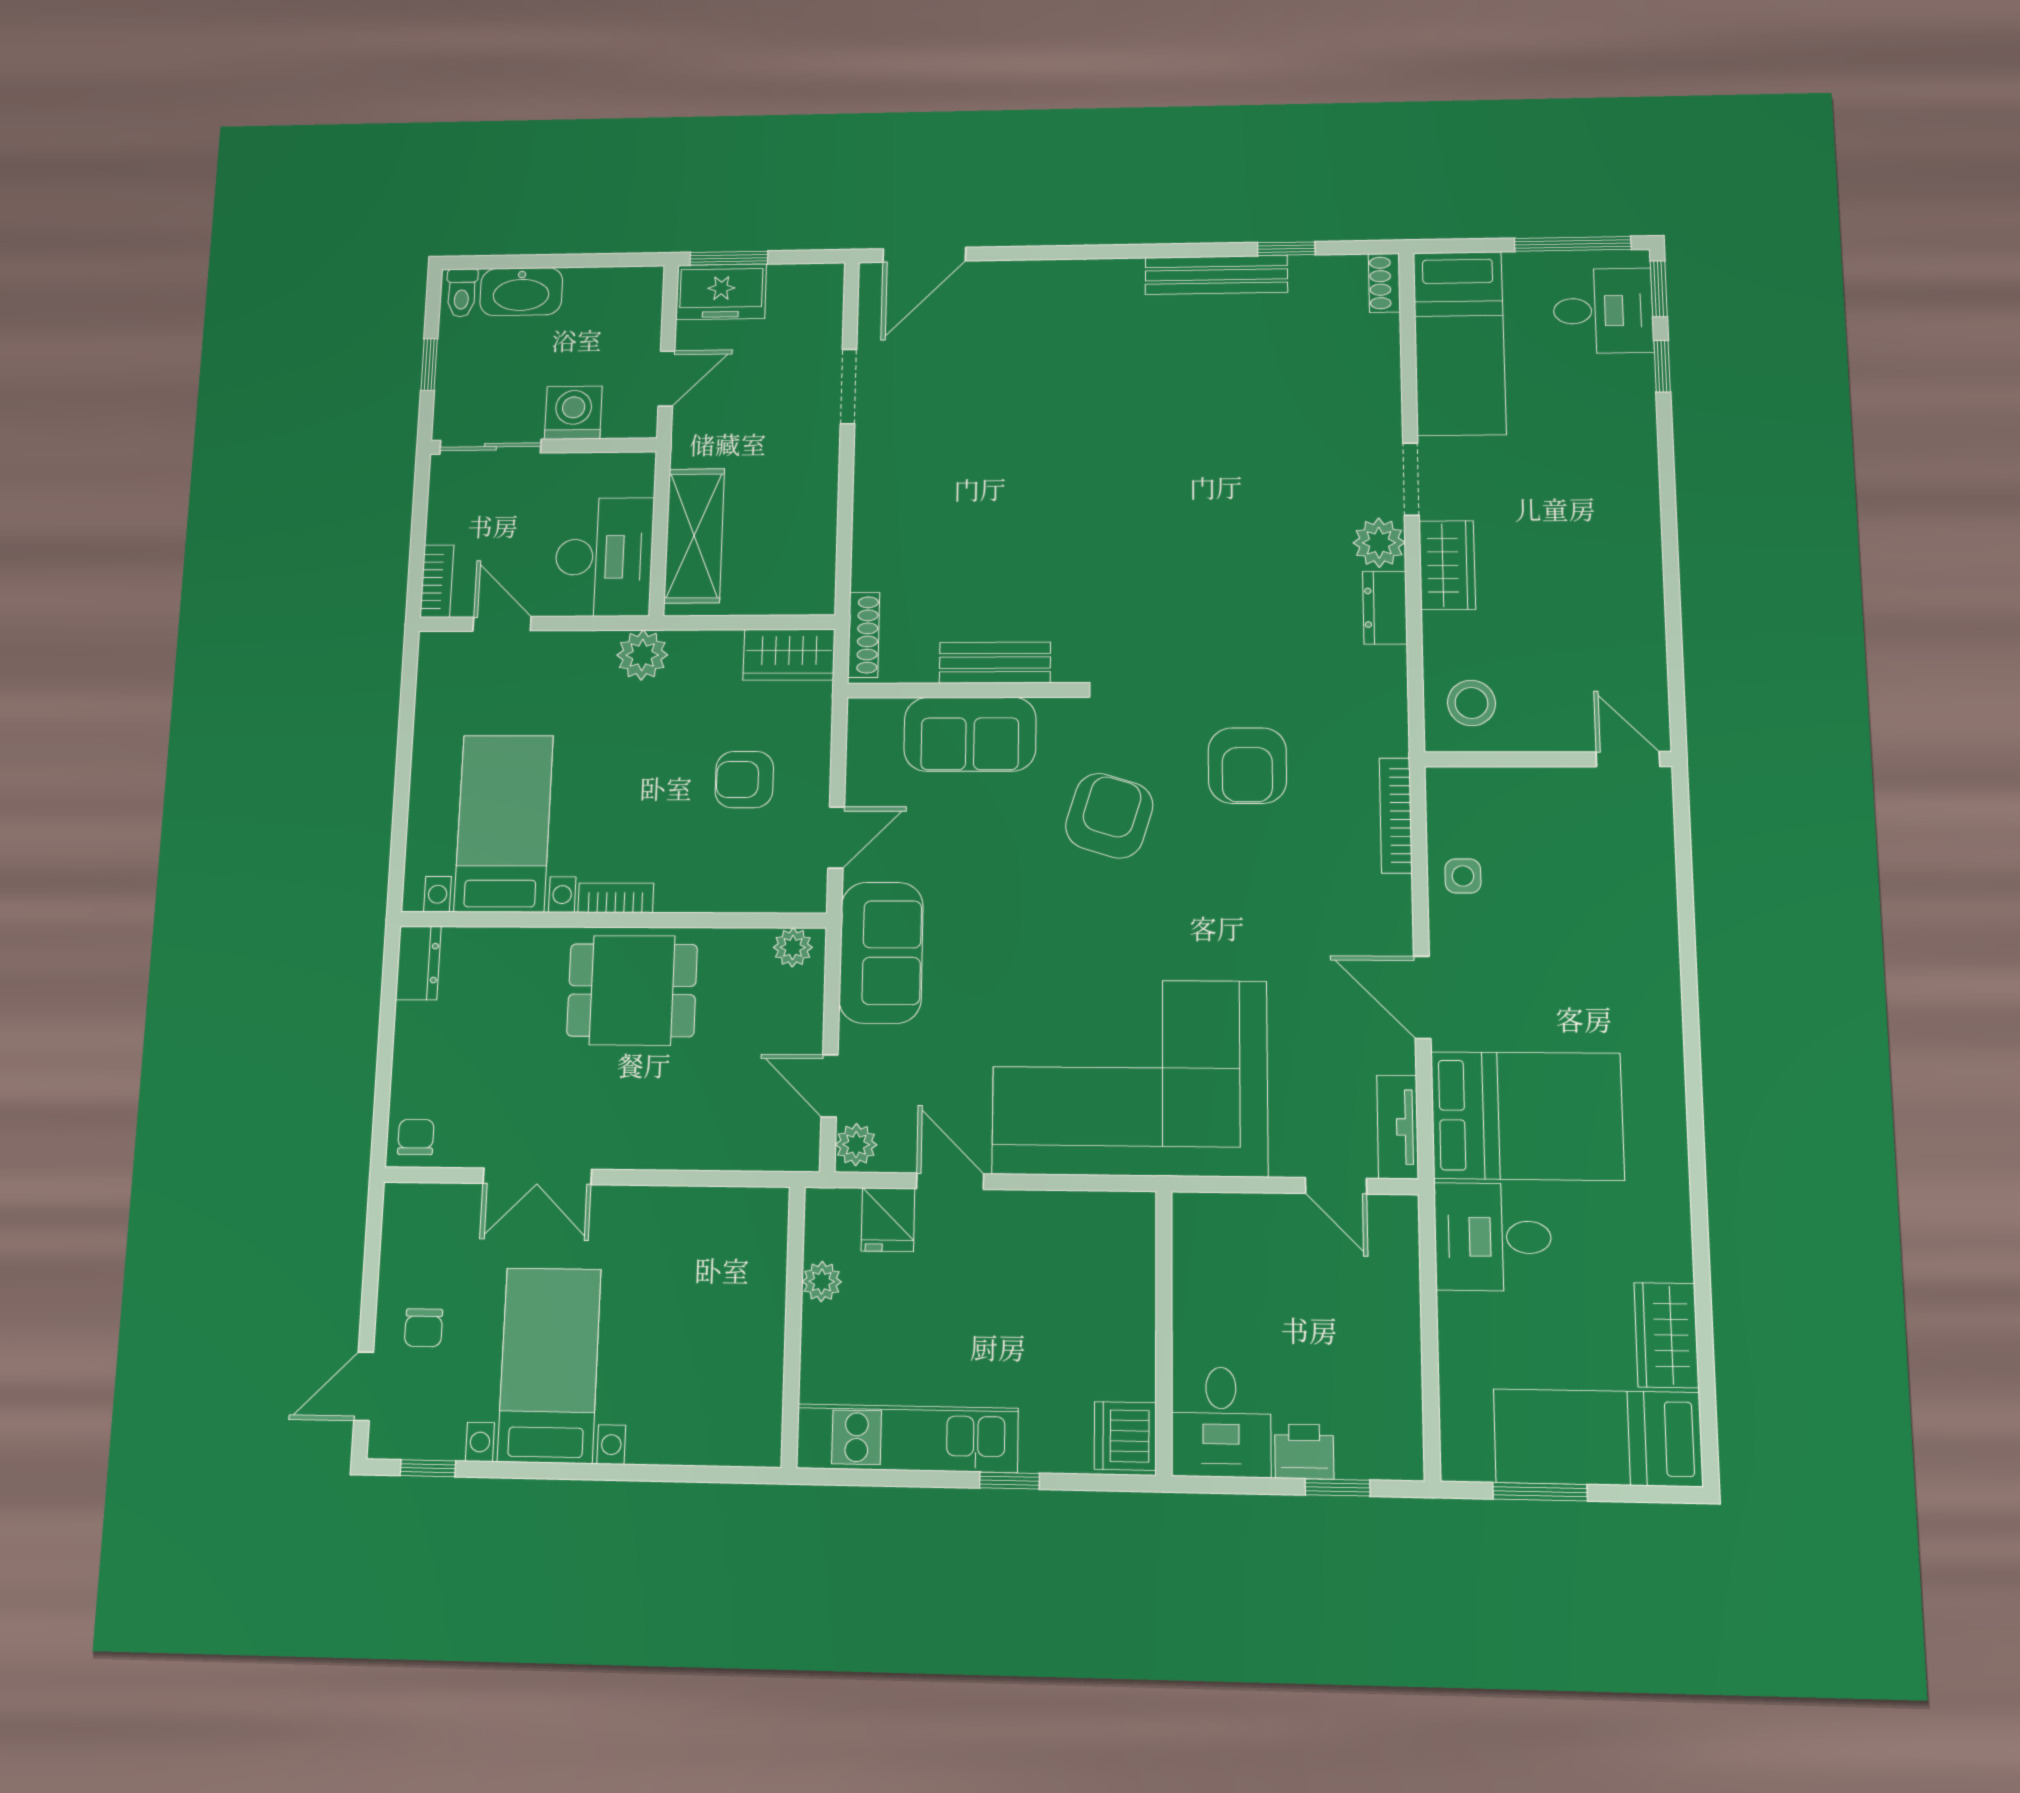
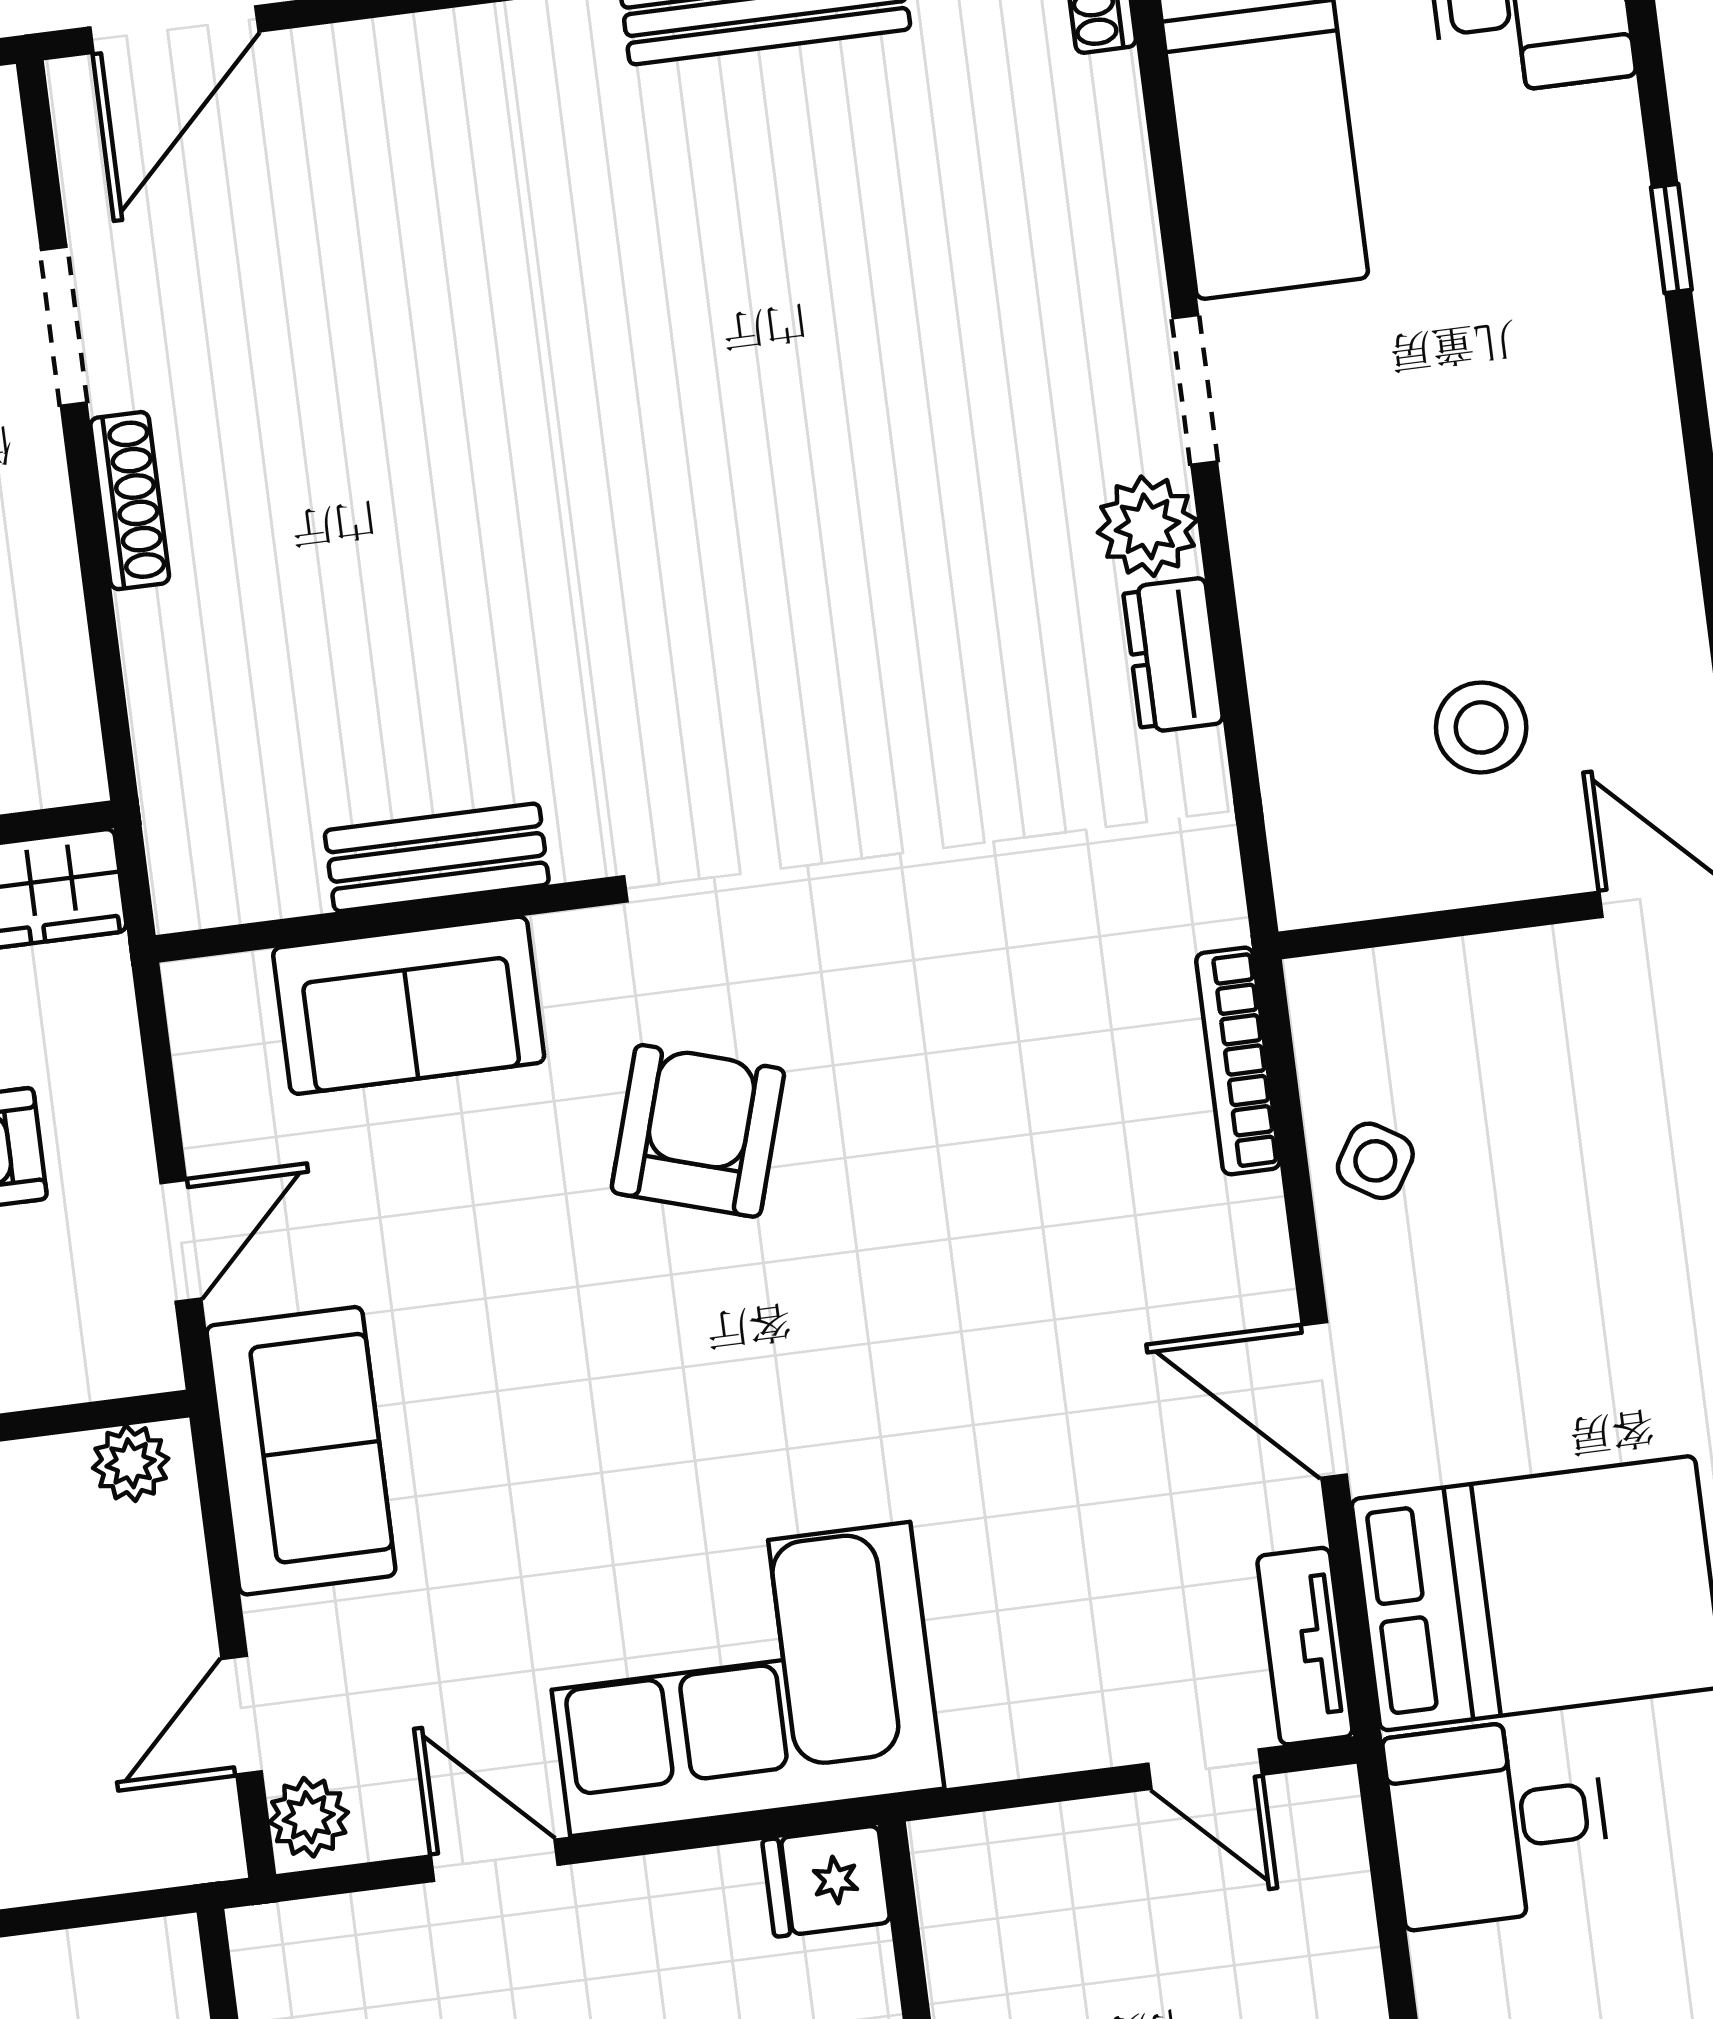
window: (1662, 366) -> (1671, 239), moved
wardrobe: (1447, 565) -> (1283, 556), removed
shoe rack: (864, 635) -> (130, 501), moved
stool: (1471, 703) -> (1481, 727), moved
armchair: (1247, 766) -> (948, 1000), removed
side table: (1463, 876) -> (1375, 1161), turned 32
corner sofa: (1130, 1077) -> (740, 1679), width x0.73, depth x0.74
door: (829, 1086) -> (242, 1715), hinge flipped
fridge: (888, 1220) -> (826, 1881), moved, turned 90

